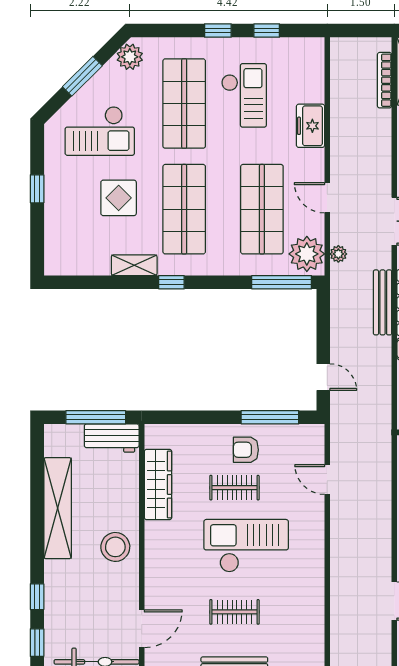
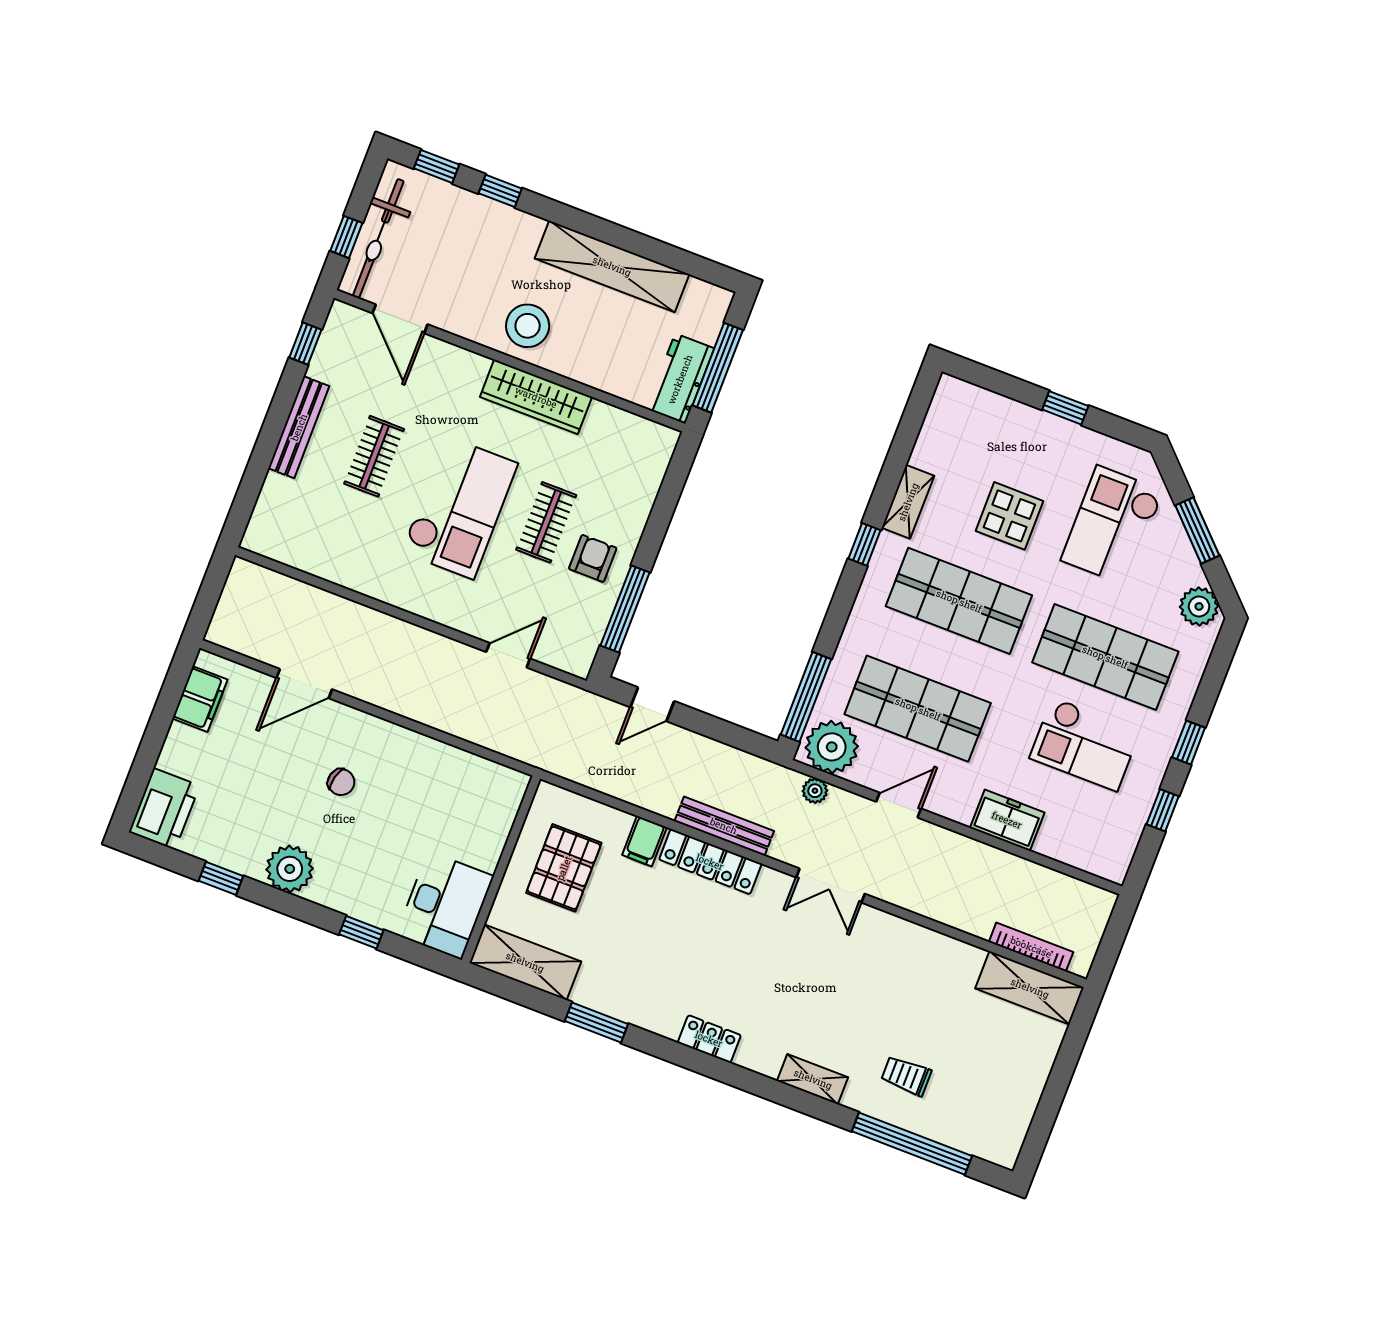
wardrobe: (158, 485) -> (536, 397), moved

